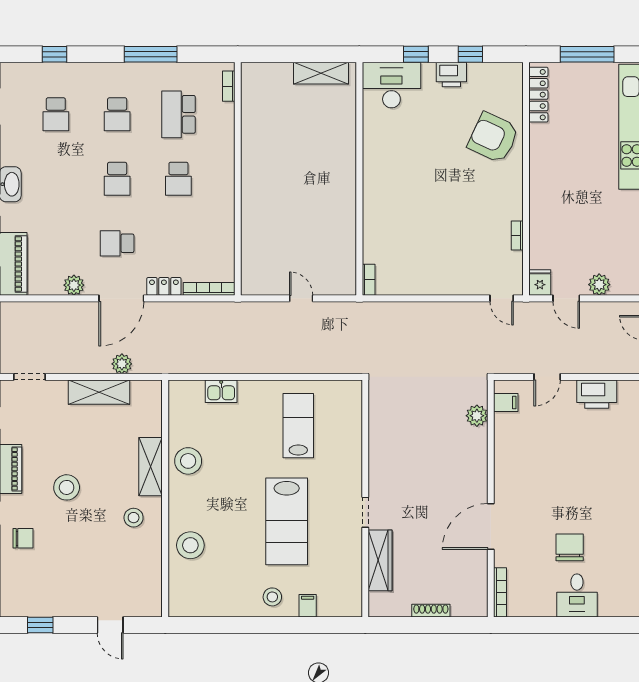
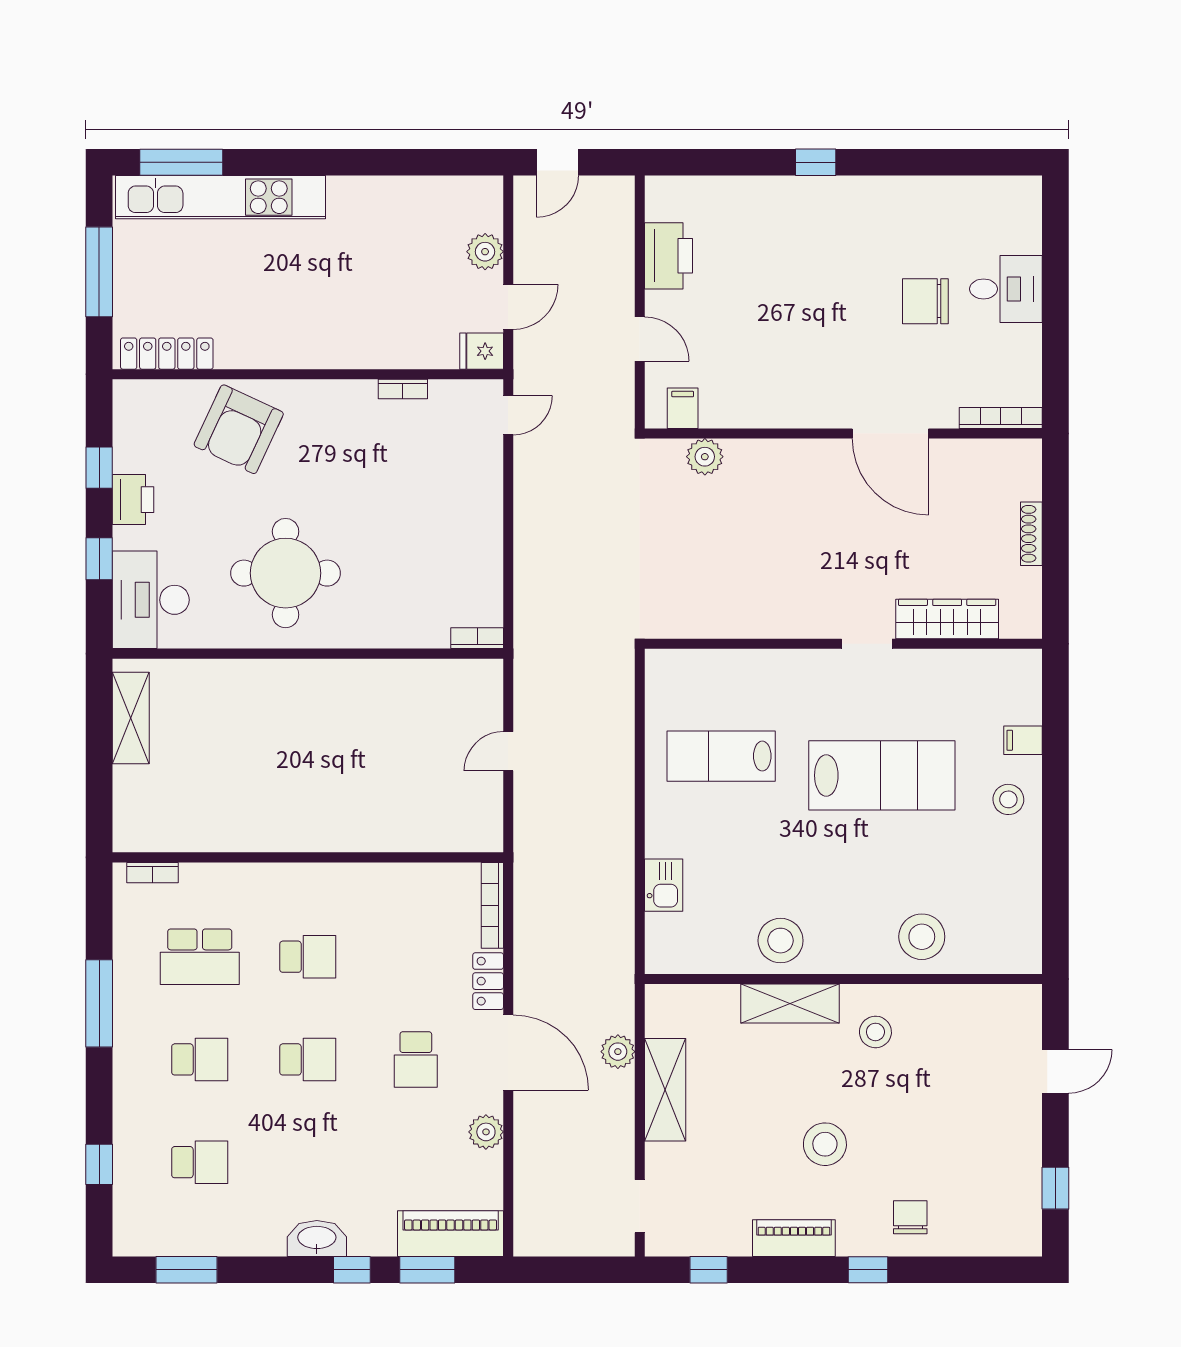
round table: (407, 166) -> (286, 573), added

